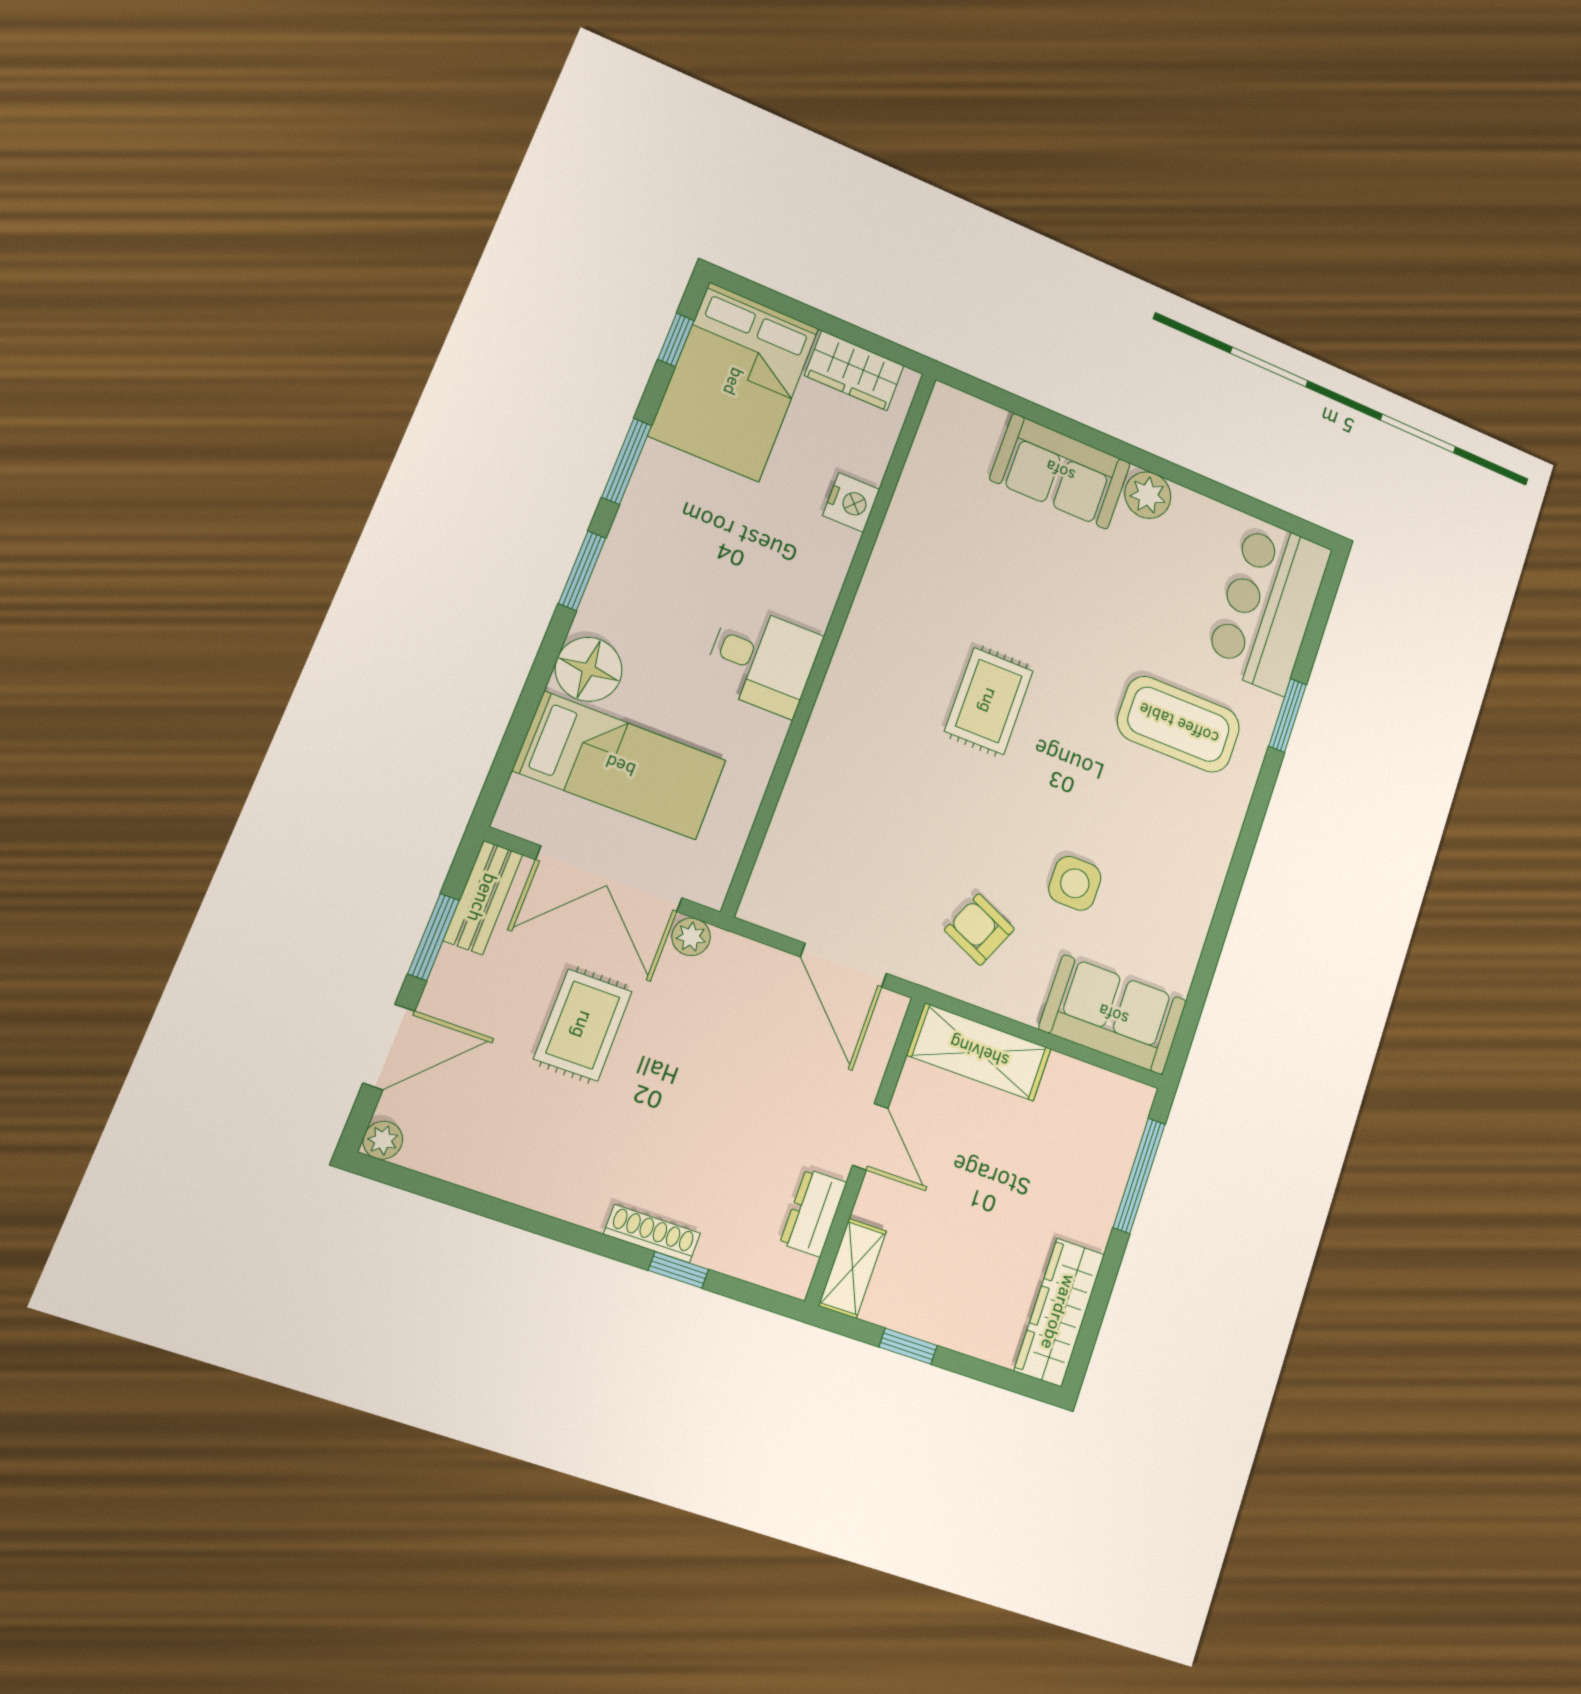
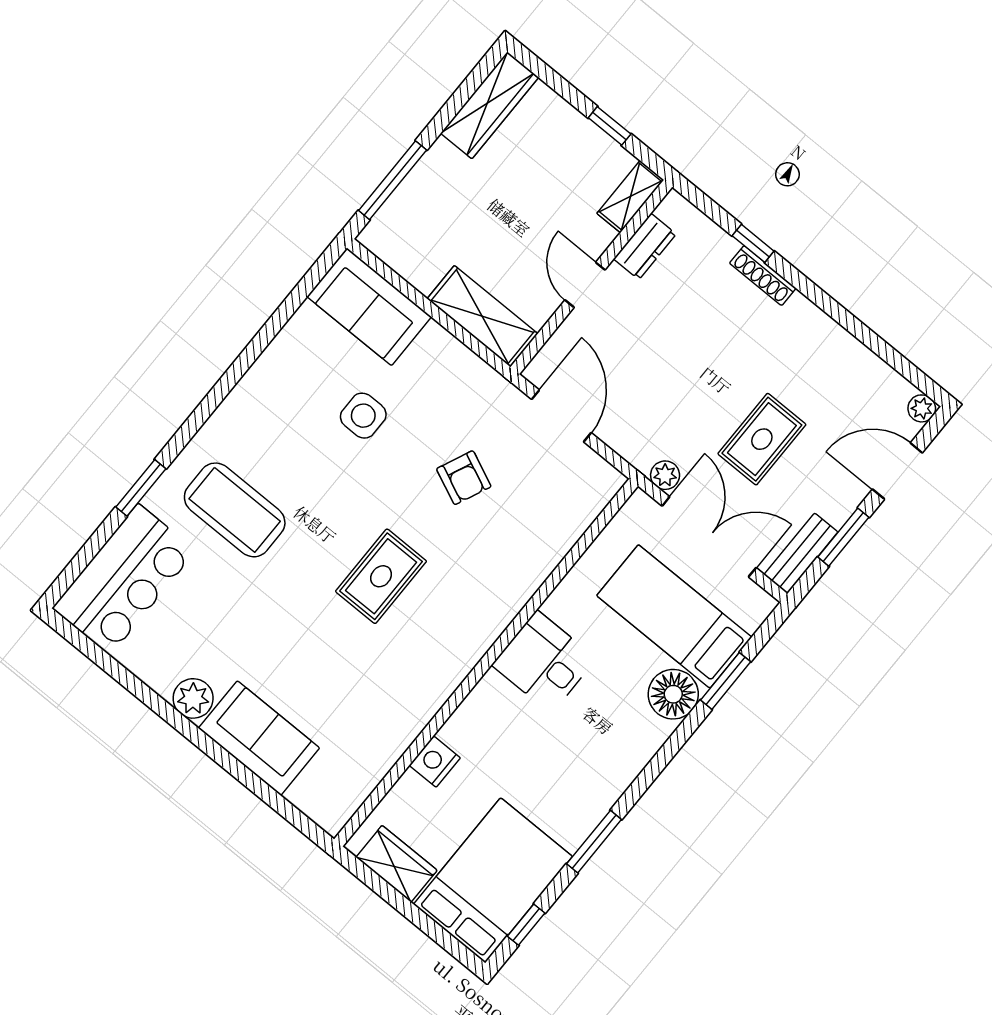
window: (582, 571) -> (726, 681), moved
armchair: (979, 929) -> (464, 478), moved

